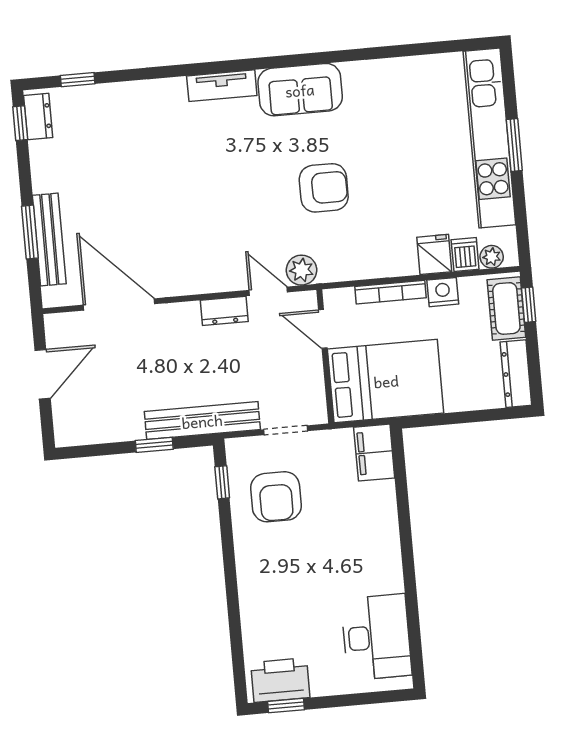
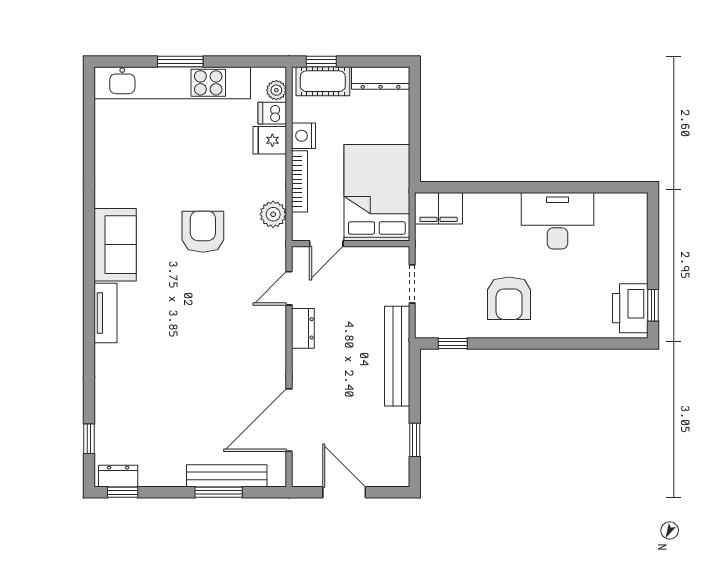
plant: (302, 270) -> (273, 214), moved
window: (154, 445) -> (415, 440), moved
armchair: (276, 497) -> (509, 298), moved, turned 90
desk: (376, 637) -> (557, 221), moved

